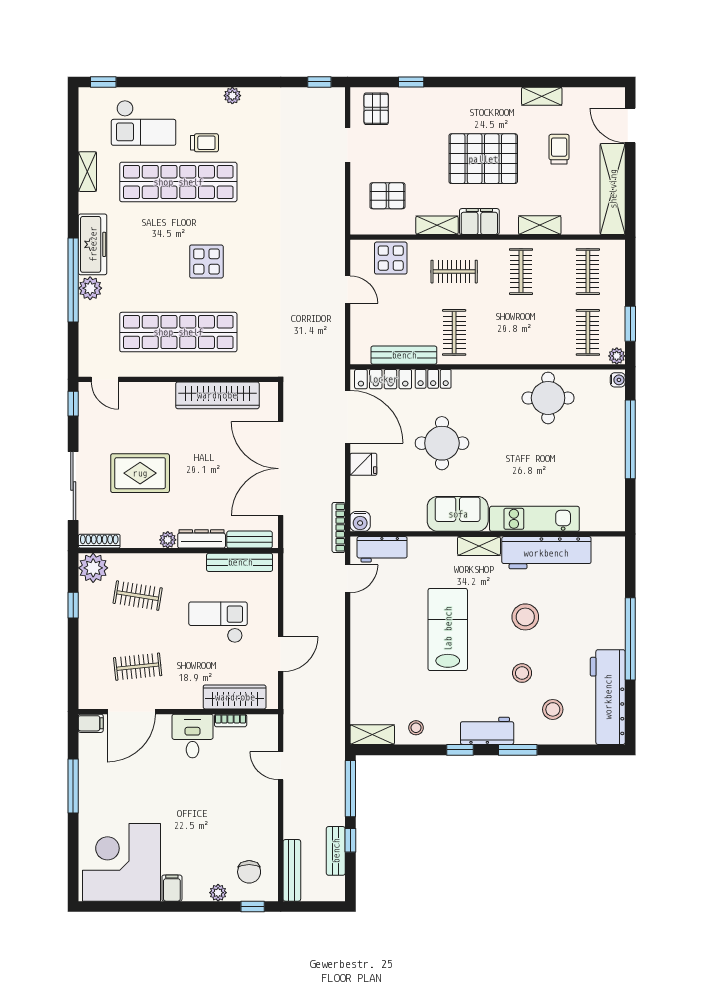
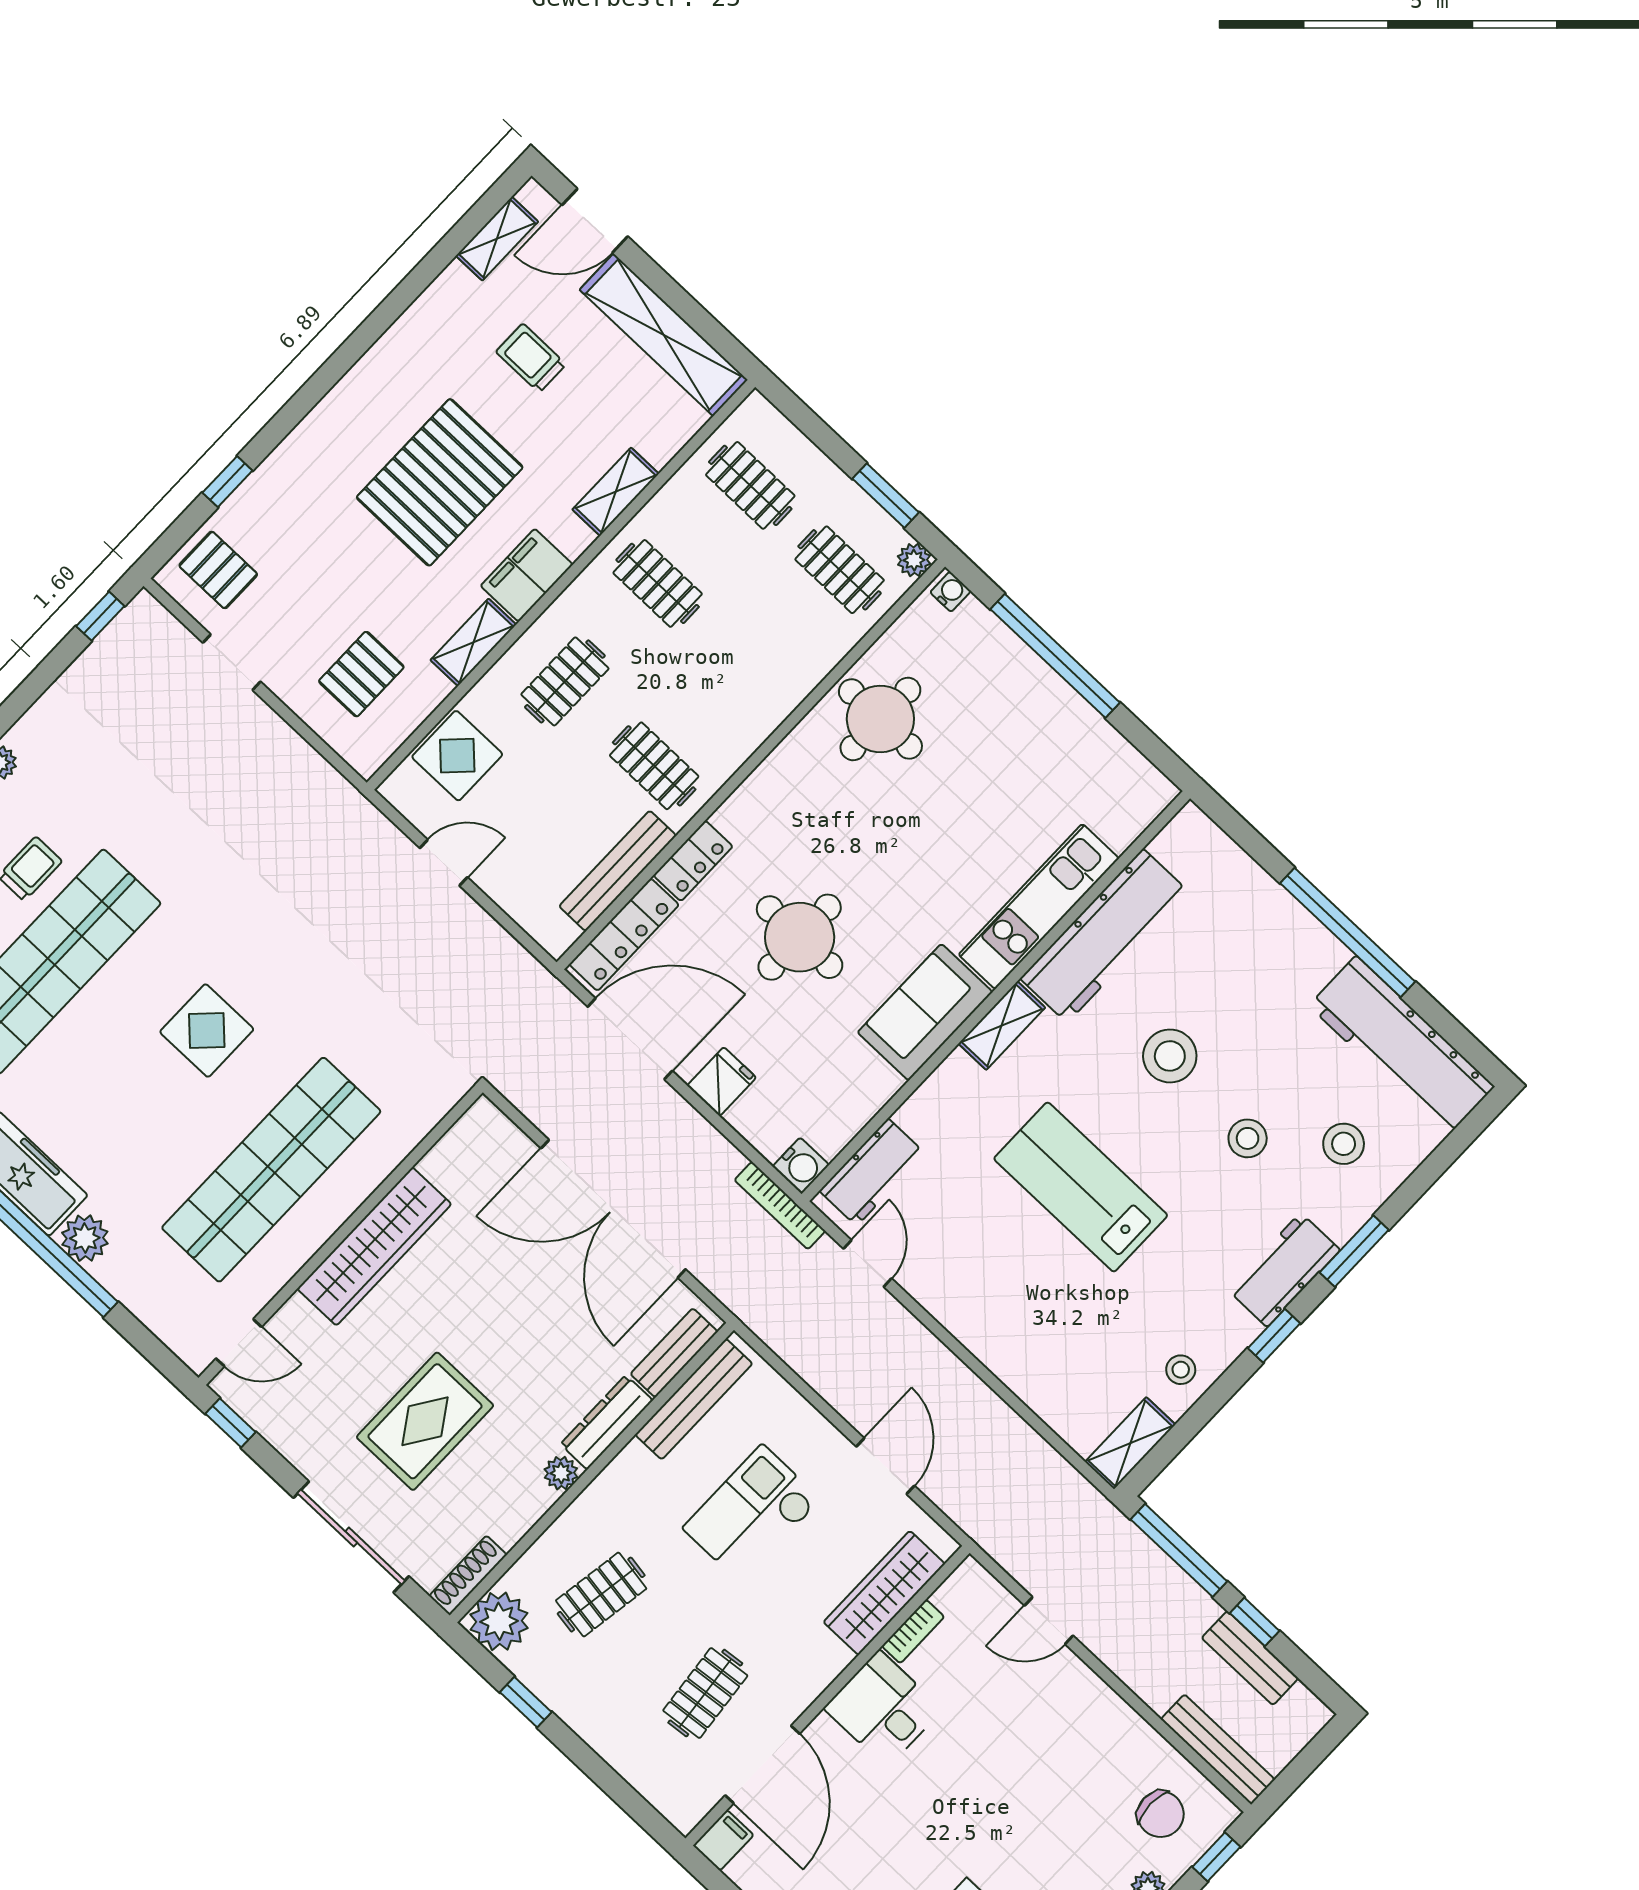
shelving: (542, 96) -> (497, 239), moved
wardrobe: (217, 395) -> (374, 1246), moved

